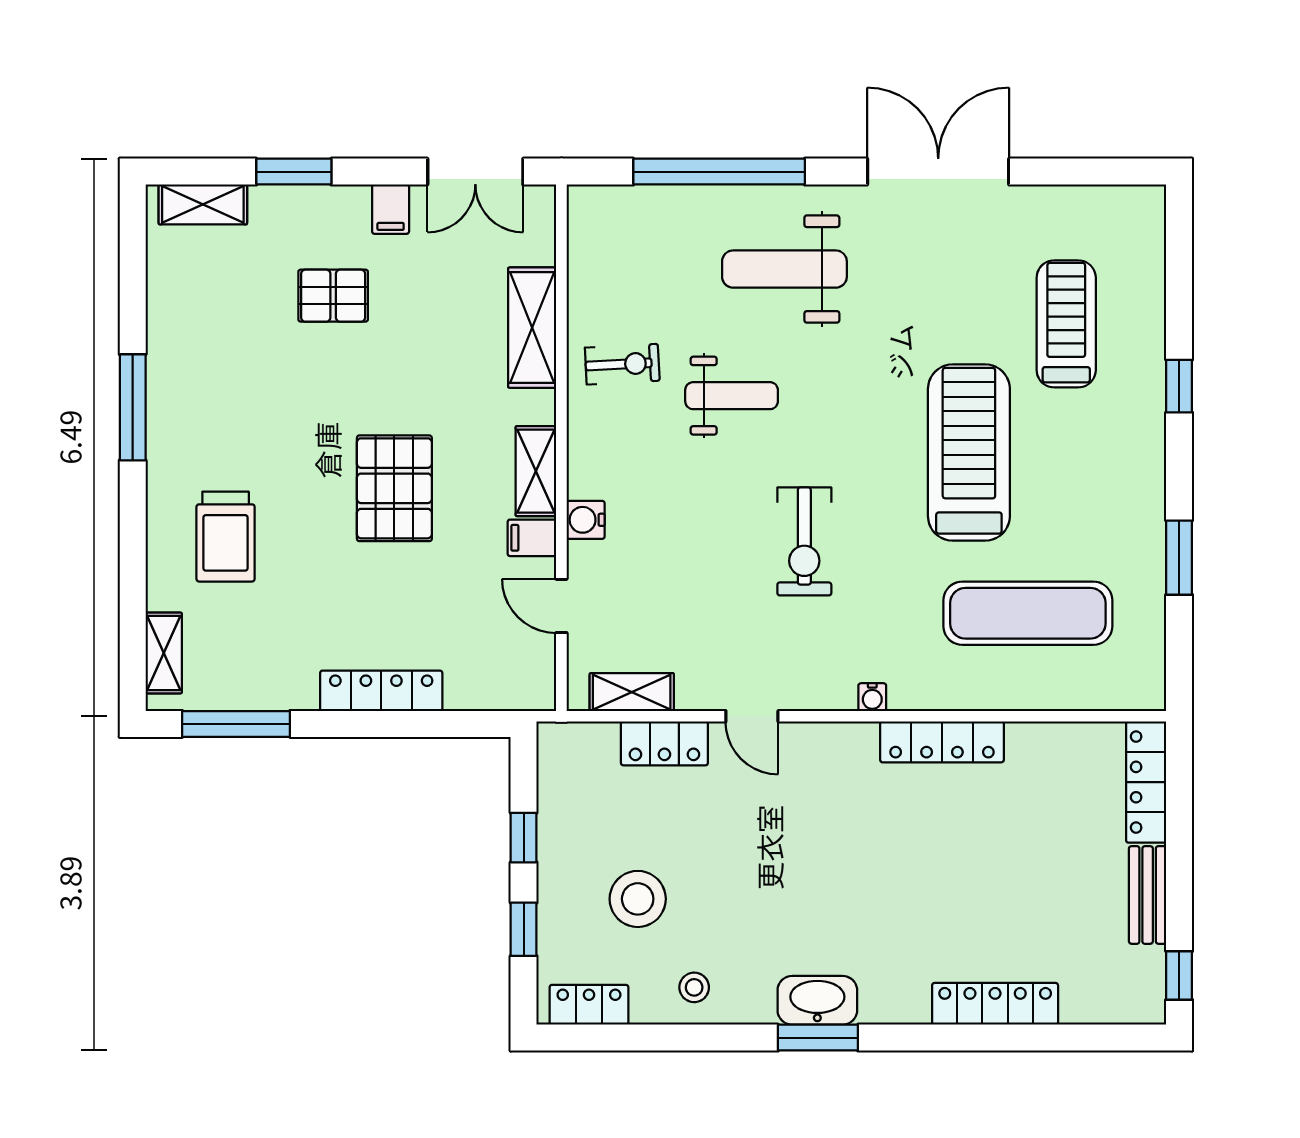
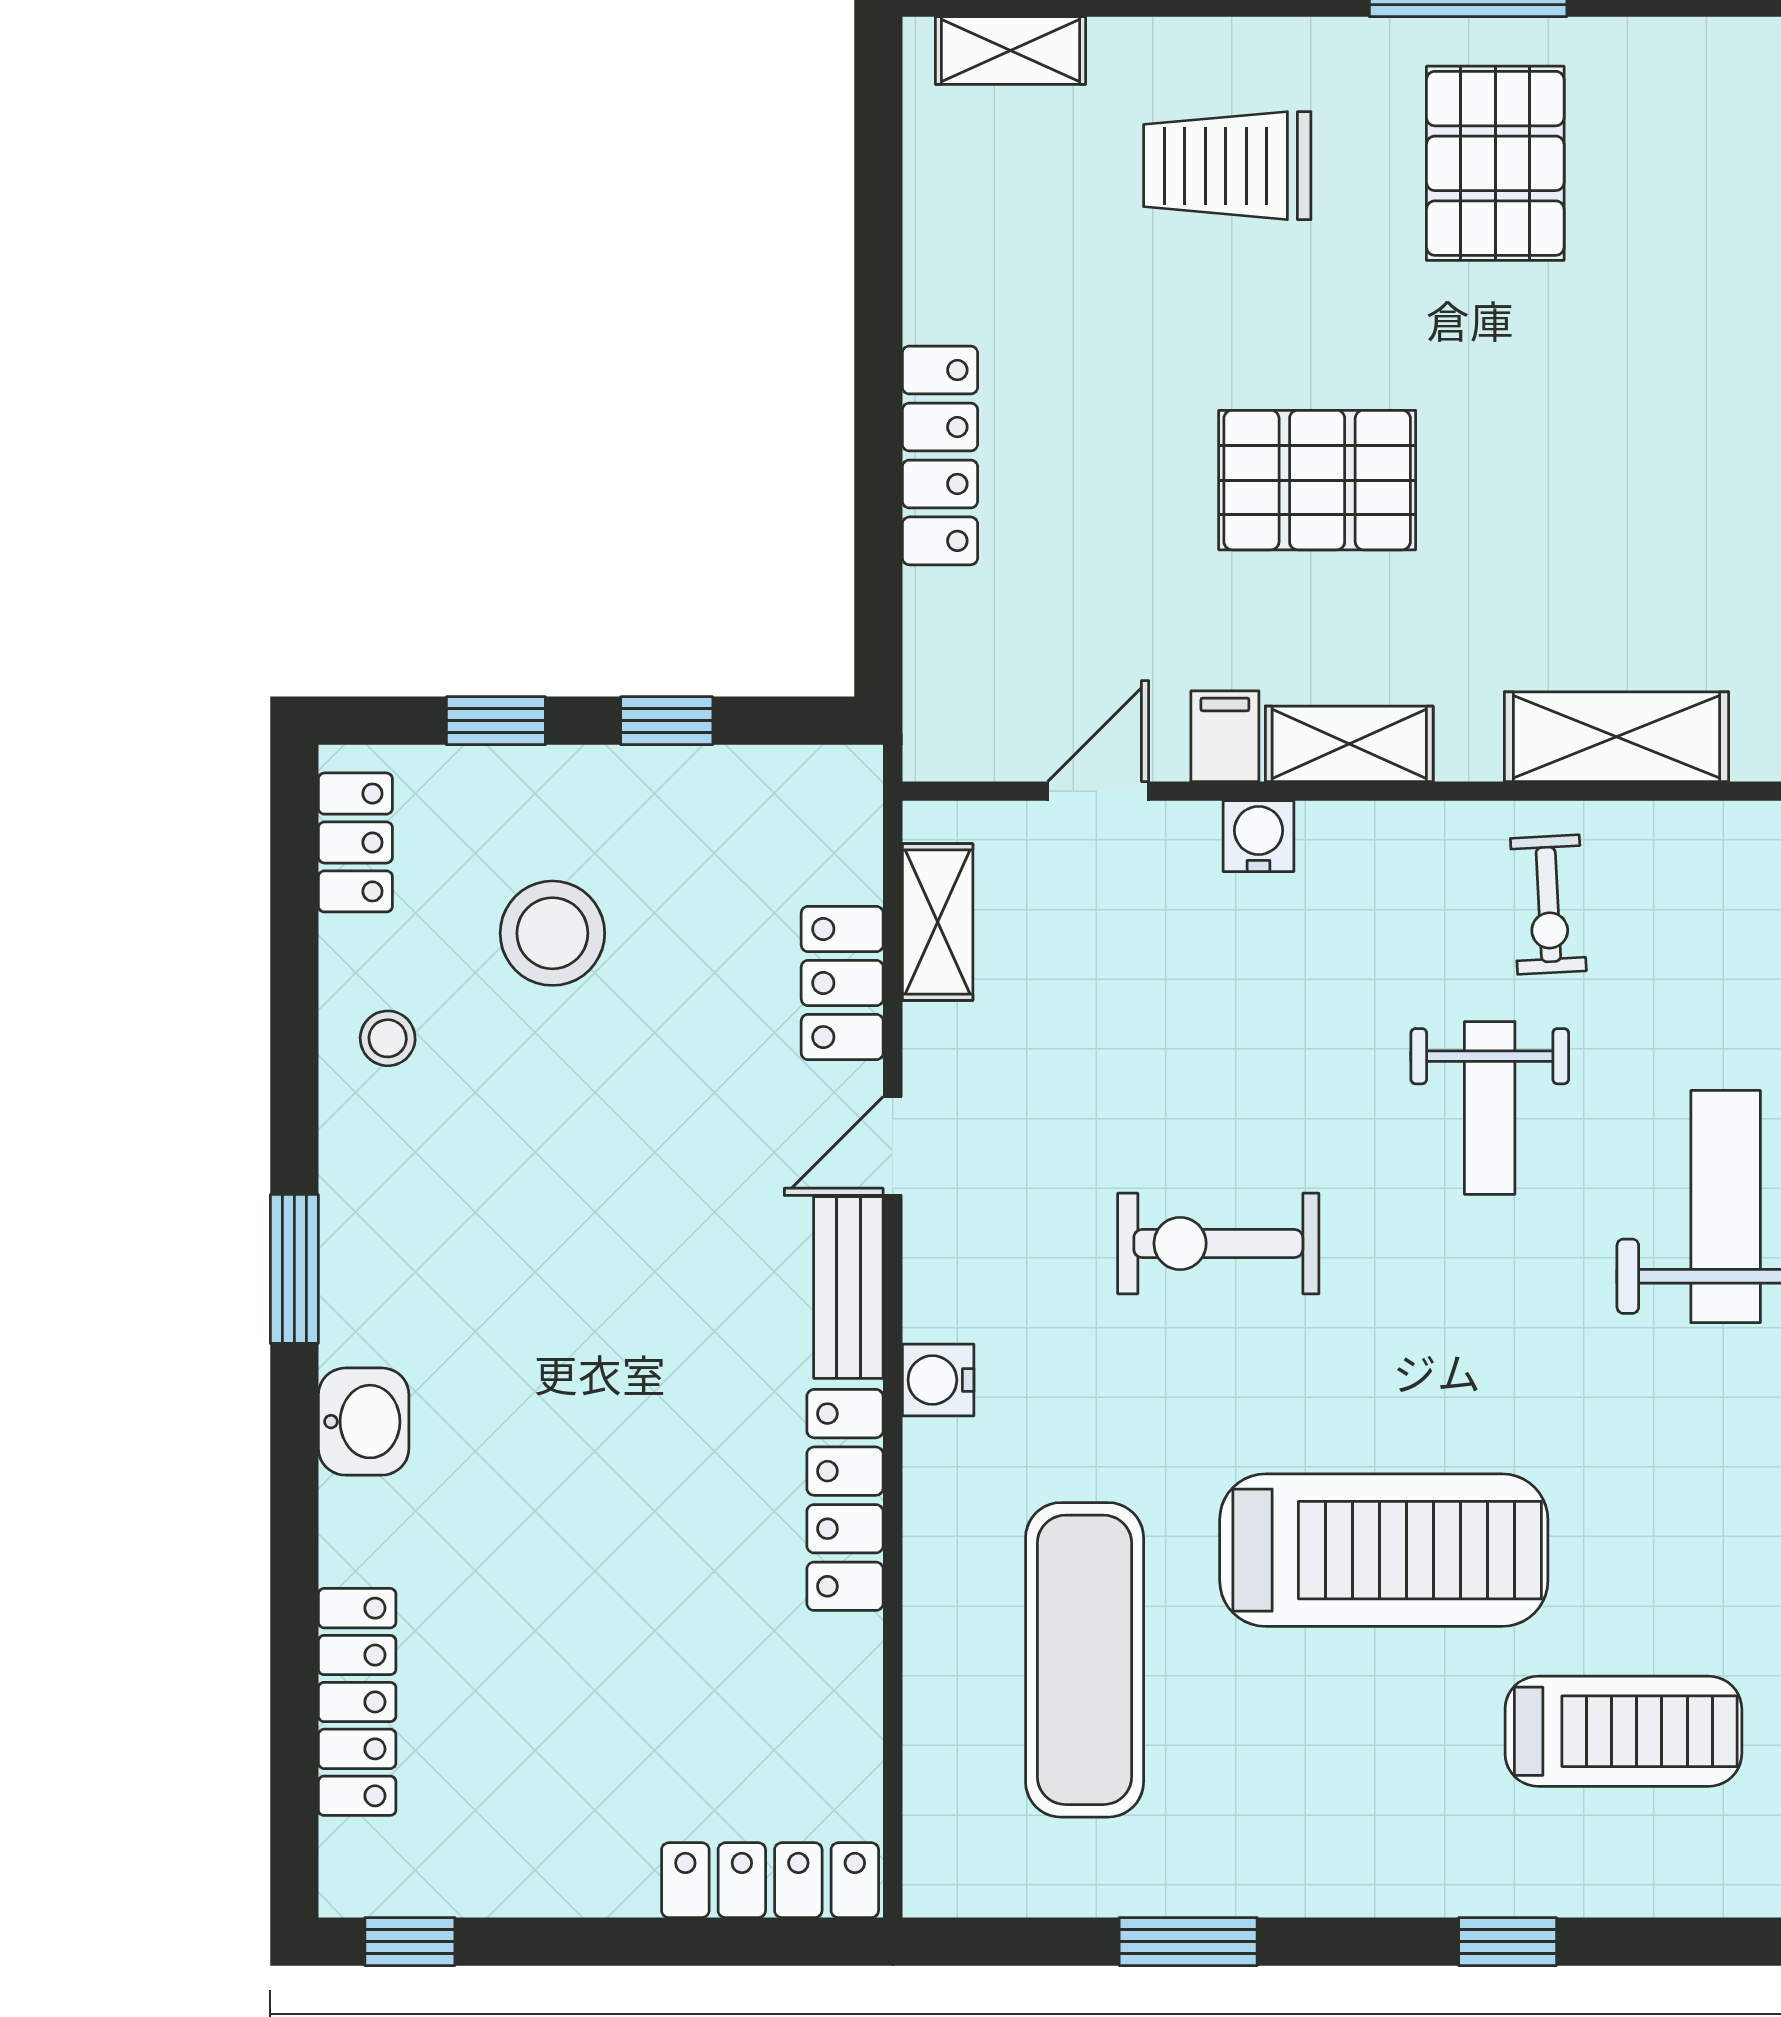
pallet: (333, 296) -> (1495, 163), moved, width x1.50, depth x1.42
water cooler: (872, 697) -> (938, 1380), width x1.38, depth x1.38
window: (236, 724) -> (878, 185), removed
bench: (1148, 895) -> (848, 1287), moved, turned 90
washbasin: (817, 1000) -> (364, 1422), moved, width x0.72
locker: (995, 1004) -> (357, 1702), moved

